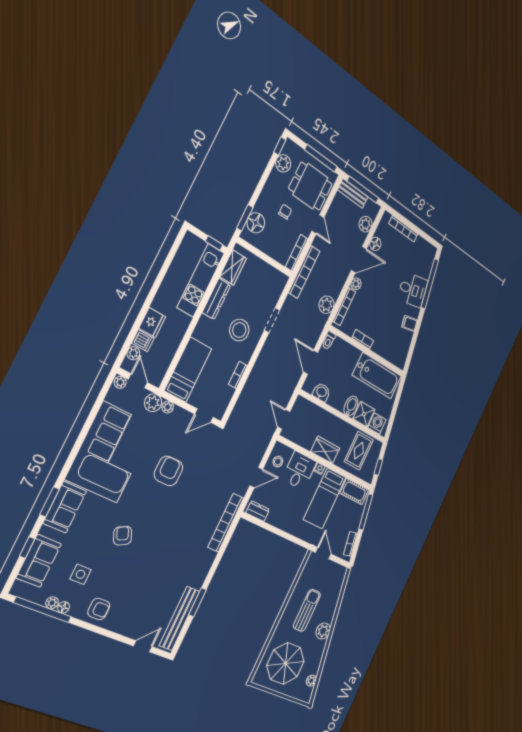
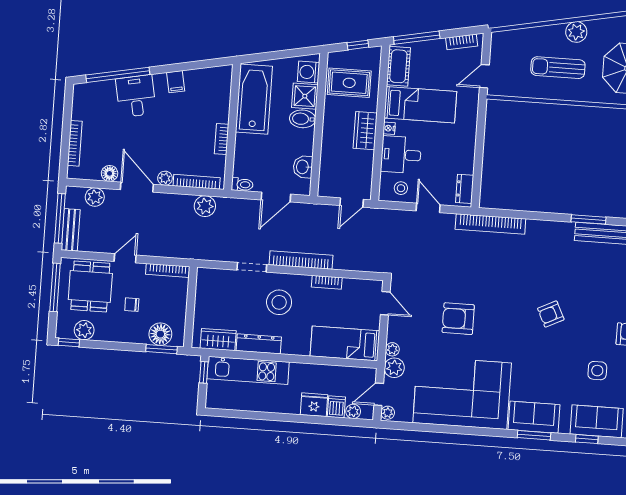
bookcase: (304, 272) -> (301, 260), moved
armchair: (123, 536) -> (551, 314), moved

